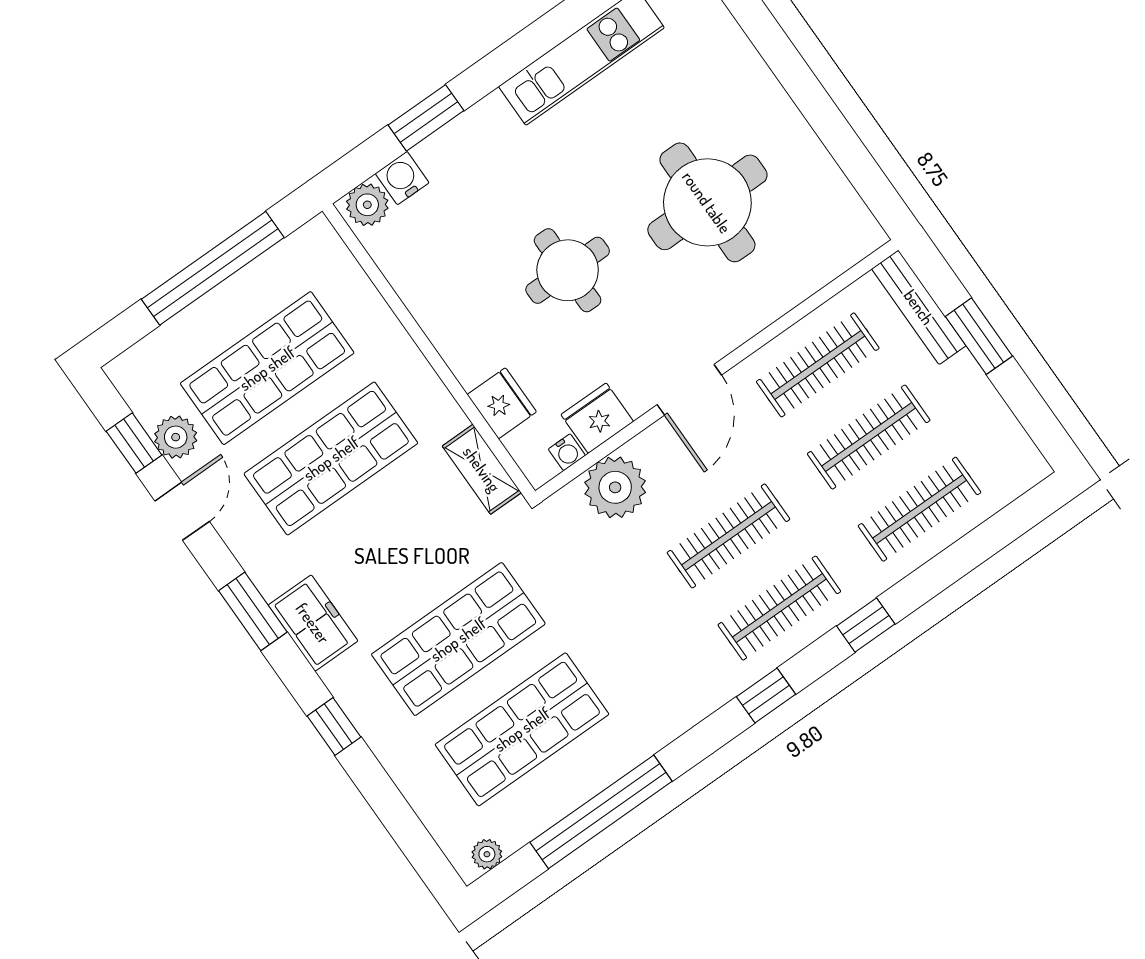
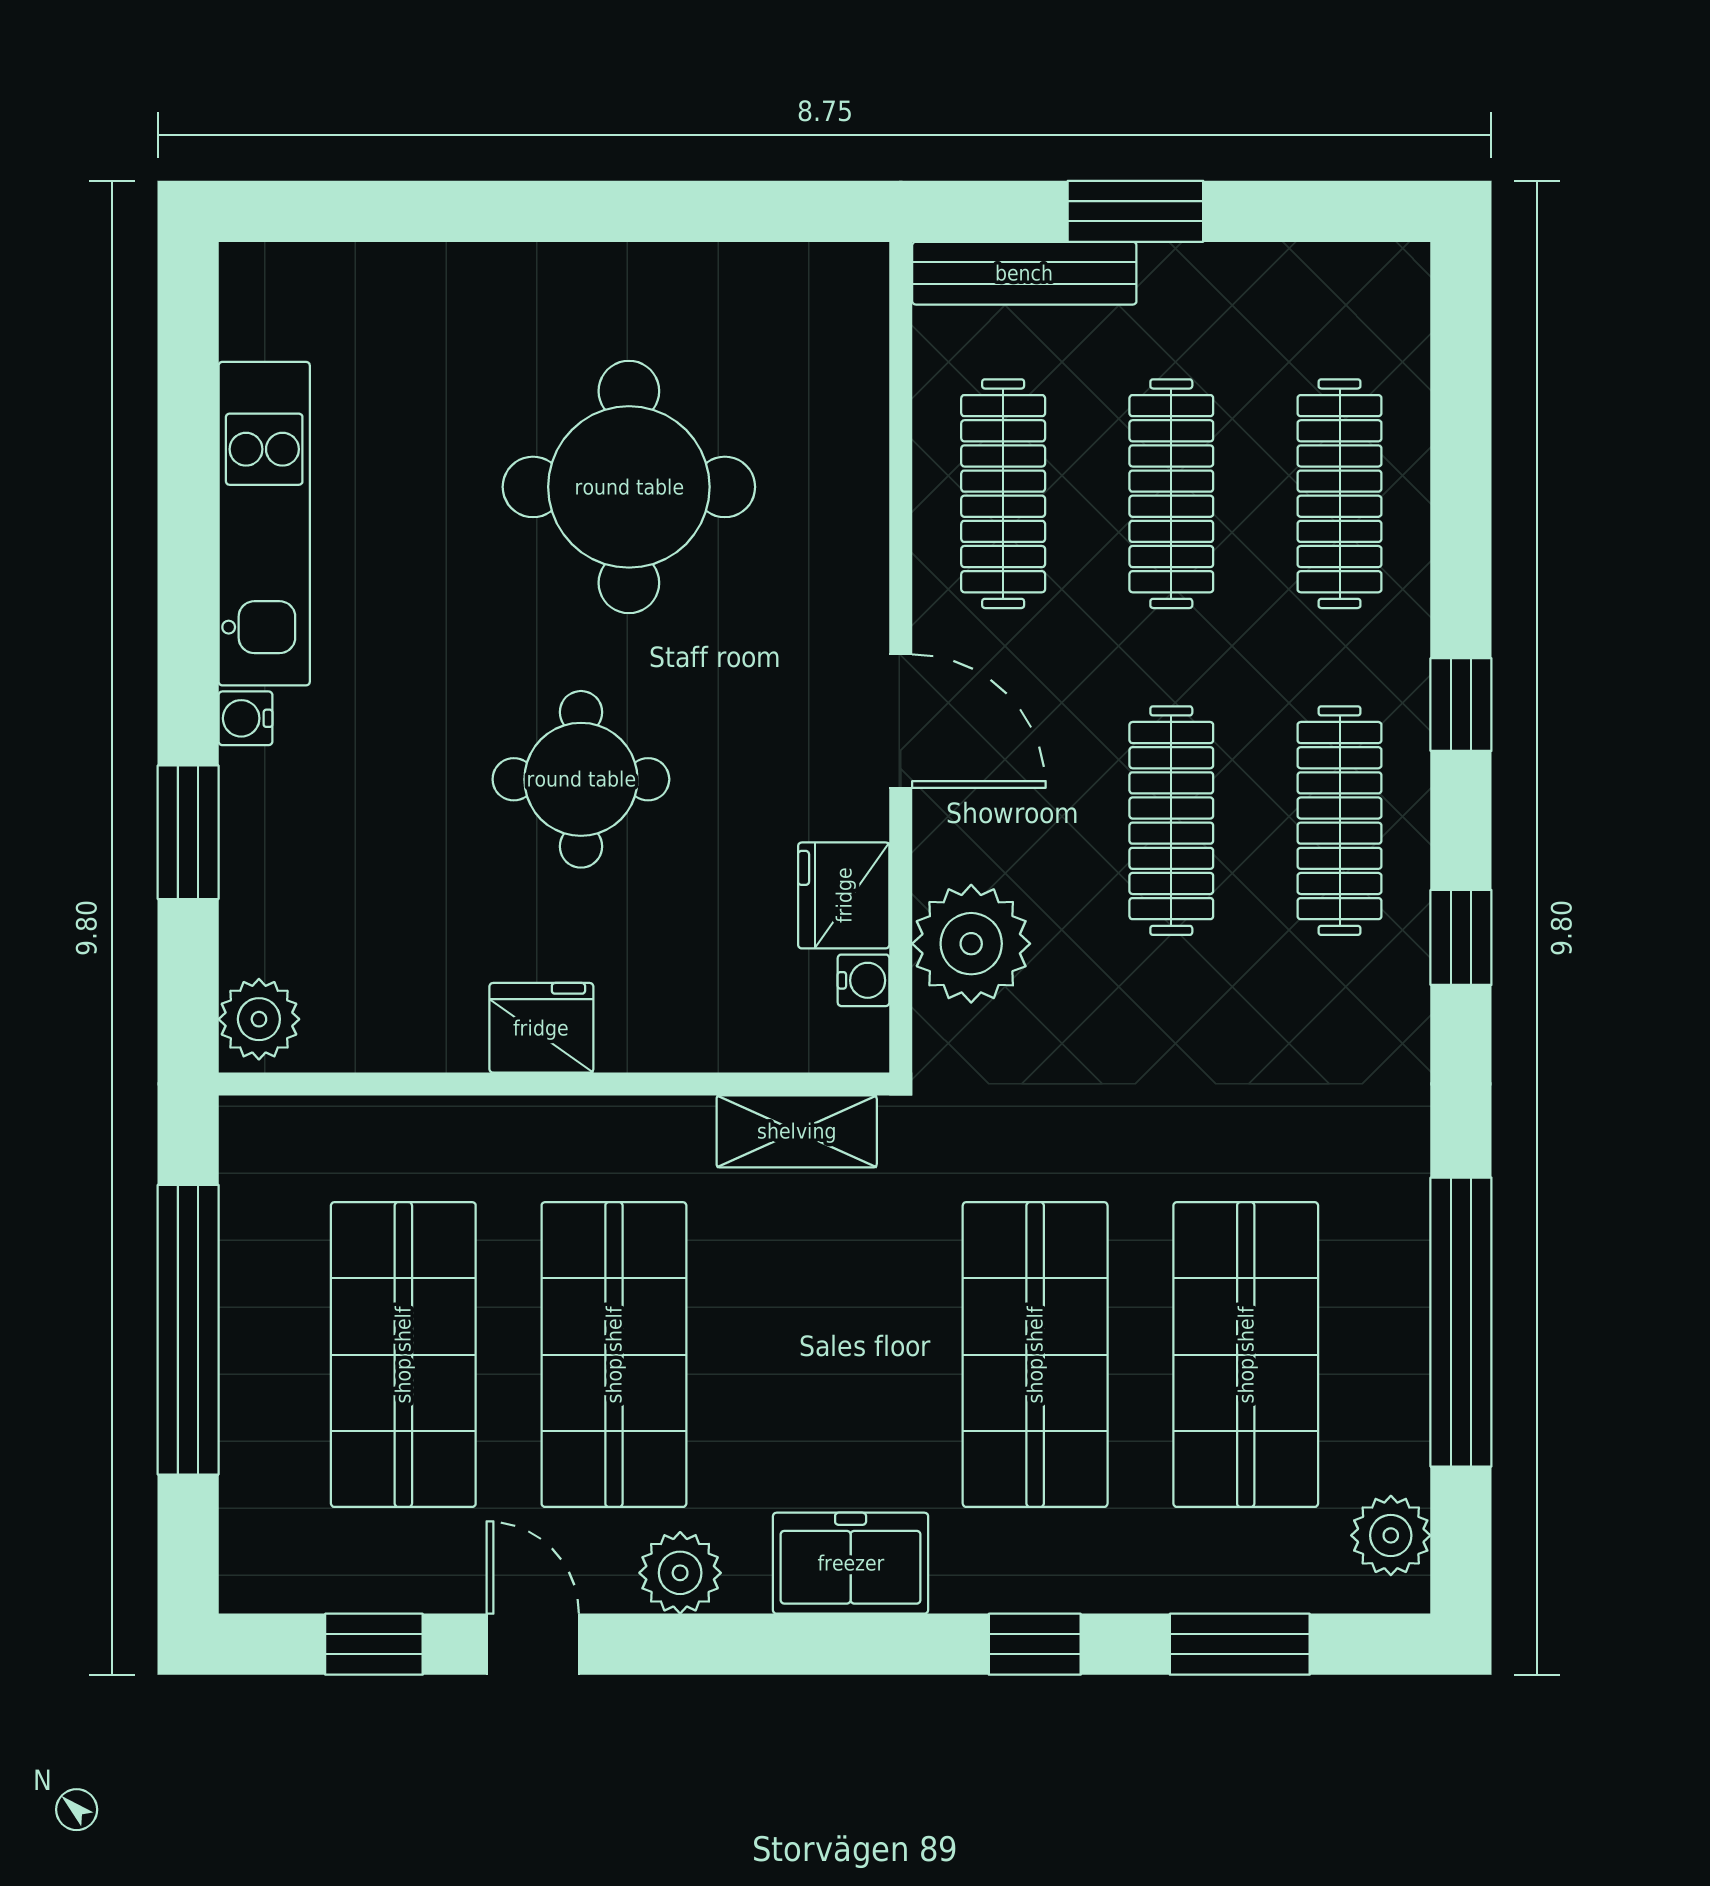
water cooler: (402, 178) -> (245, 718), moved, width x0.72, depth x0.72
fridge: (502, 403) -> (541, 1028), moved
plant: (176, 437) -> (680, 1573), moved
window: (253, 611) -> (1240, 1644), moved
plant: (487, 854) -> (1391, 1535), width x1.38, depth x1.38

